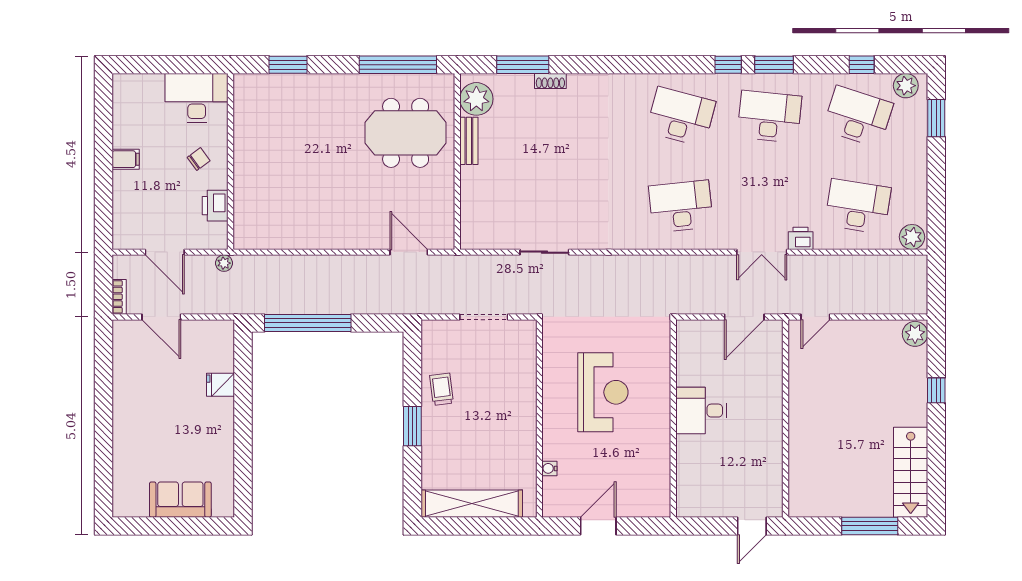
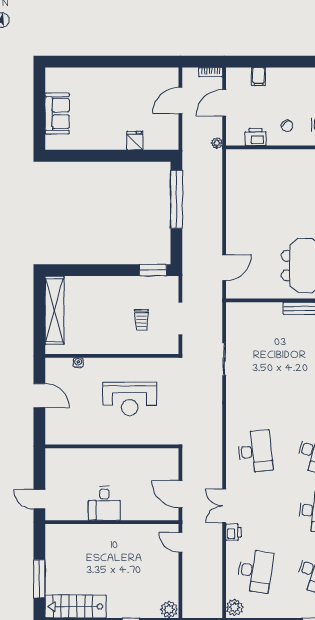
filing cabinet: (126, 159) -> (259, 77), moved
bookcase: (119, 297) -> (211, 72), moved
trolley: (442, 389) -> (141, 320), moved, turned 97
desk: (701, 411) -> (104, 503), moved, turned 180
window: (412, 426) -> (153, 270), moved

